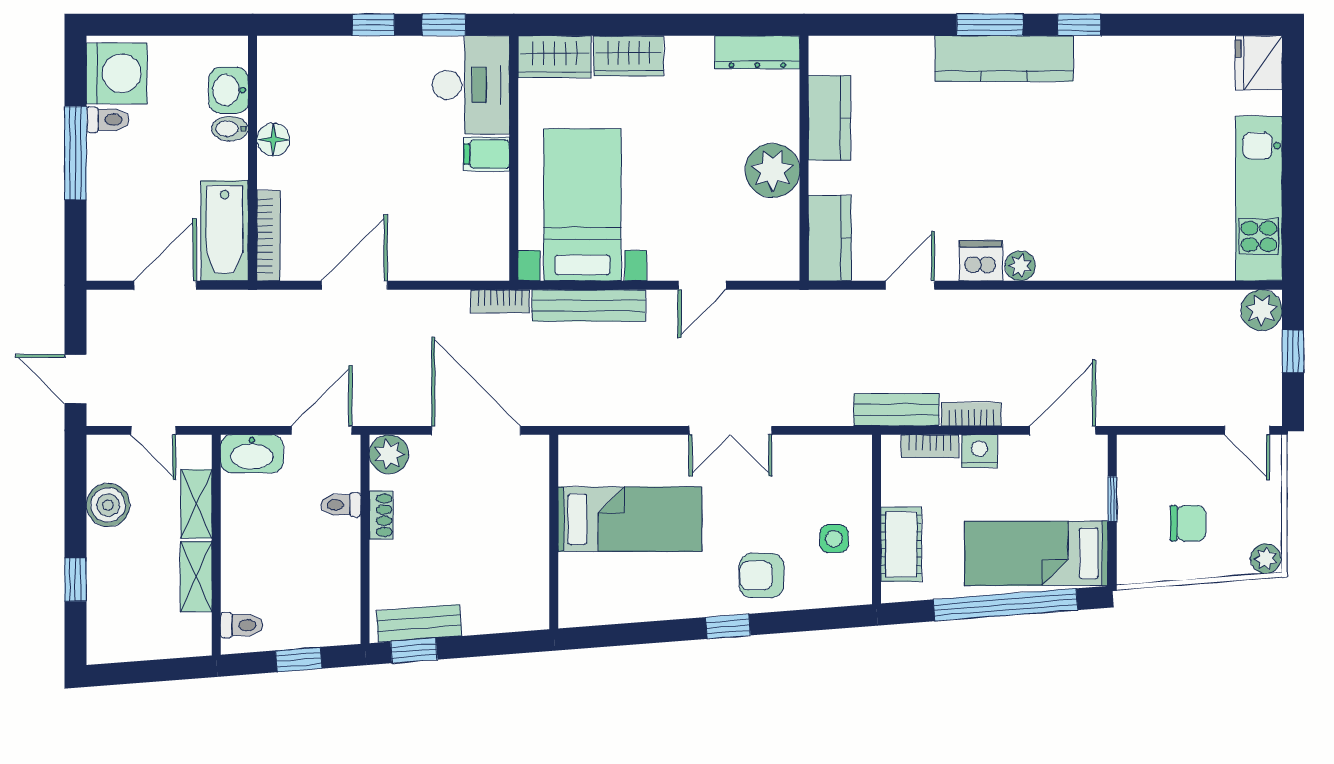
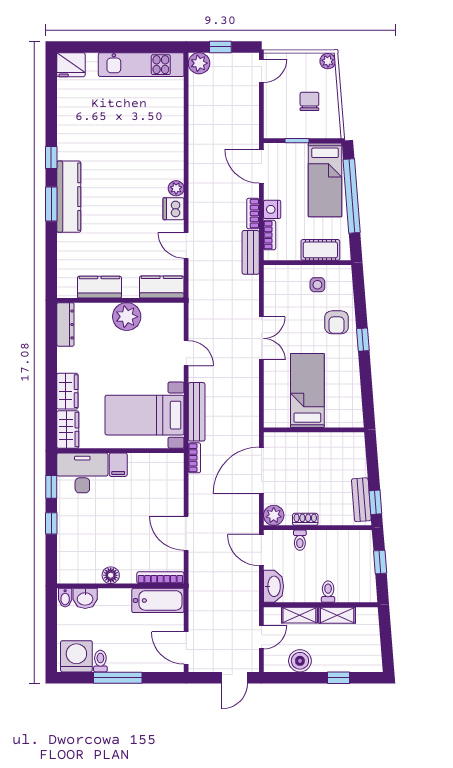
bidet: (230, 129) -> (65, 598), moved
door: (165, 285) -> (186, 648), moved
toilet: (242, 625) -> (328, 592), moved

